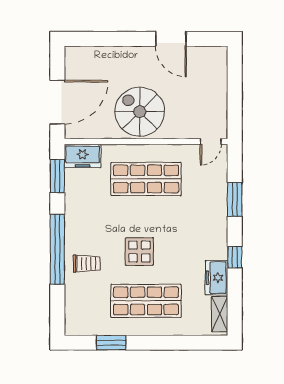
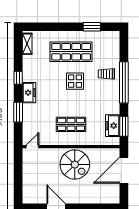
freezer: (83, 156) -> (113, 126), moved, turned -90
shop shelf: (146, 179) -> (71, 124), width x0.70, depth x0.74
freezer: (216, 278) -> (29, 93), moved

